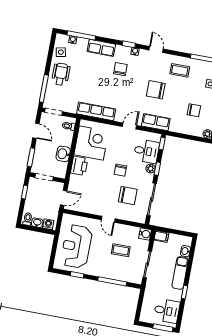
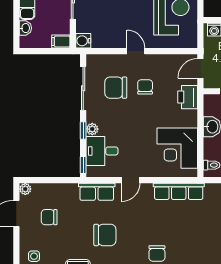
printer: (79, 166) -> (188, 97), moved
chair: (120, 170) -> (145, 87), moved
coffee table: (121, 250) -> (111, 13), removed

